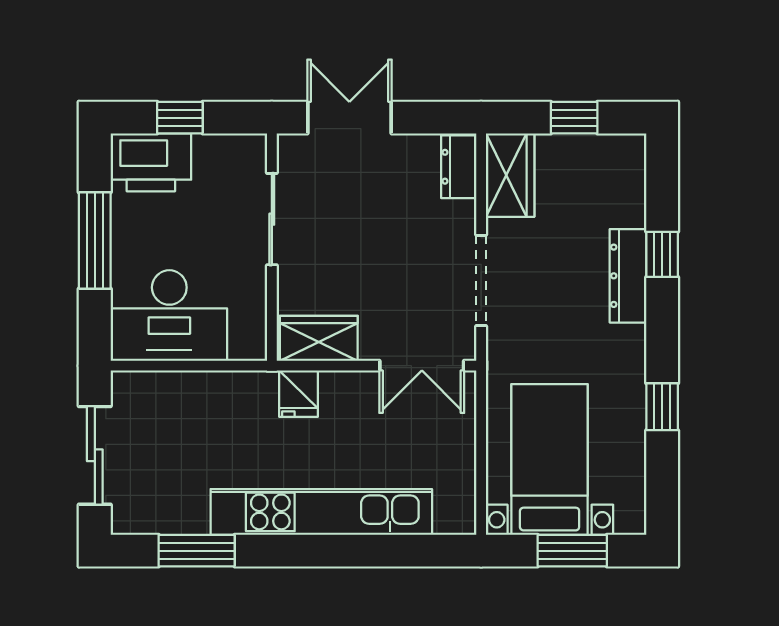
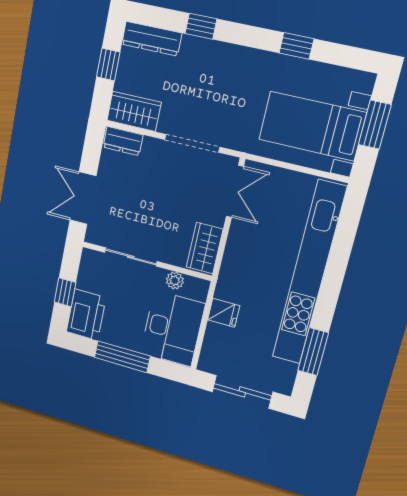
dresser: (628, 276) -> (152, 39), moved
plant: (252, 302) -> (175, 281), added
fridge: (298, 394) -> (224, 313), moved
kitchen unit: (321, 512) -> (309, 274), width x1.36

